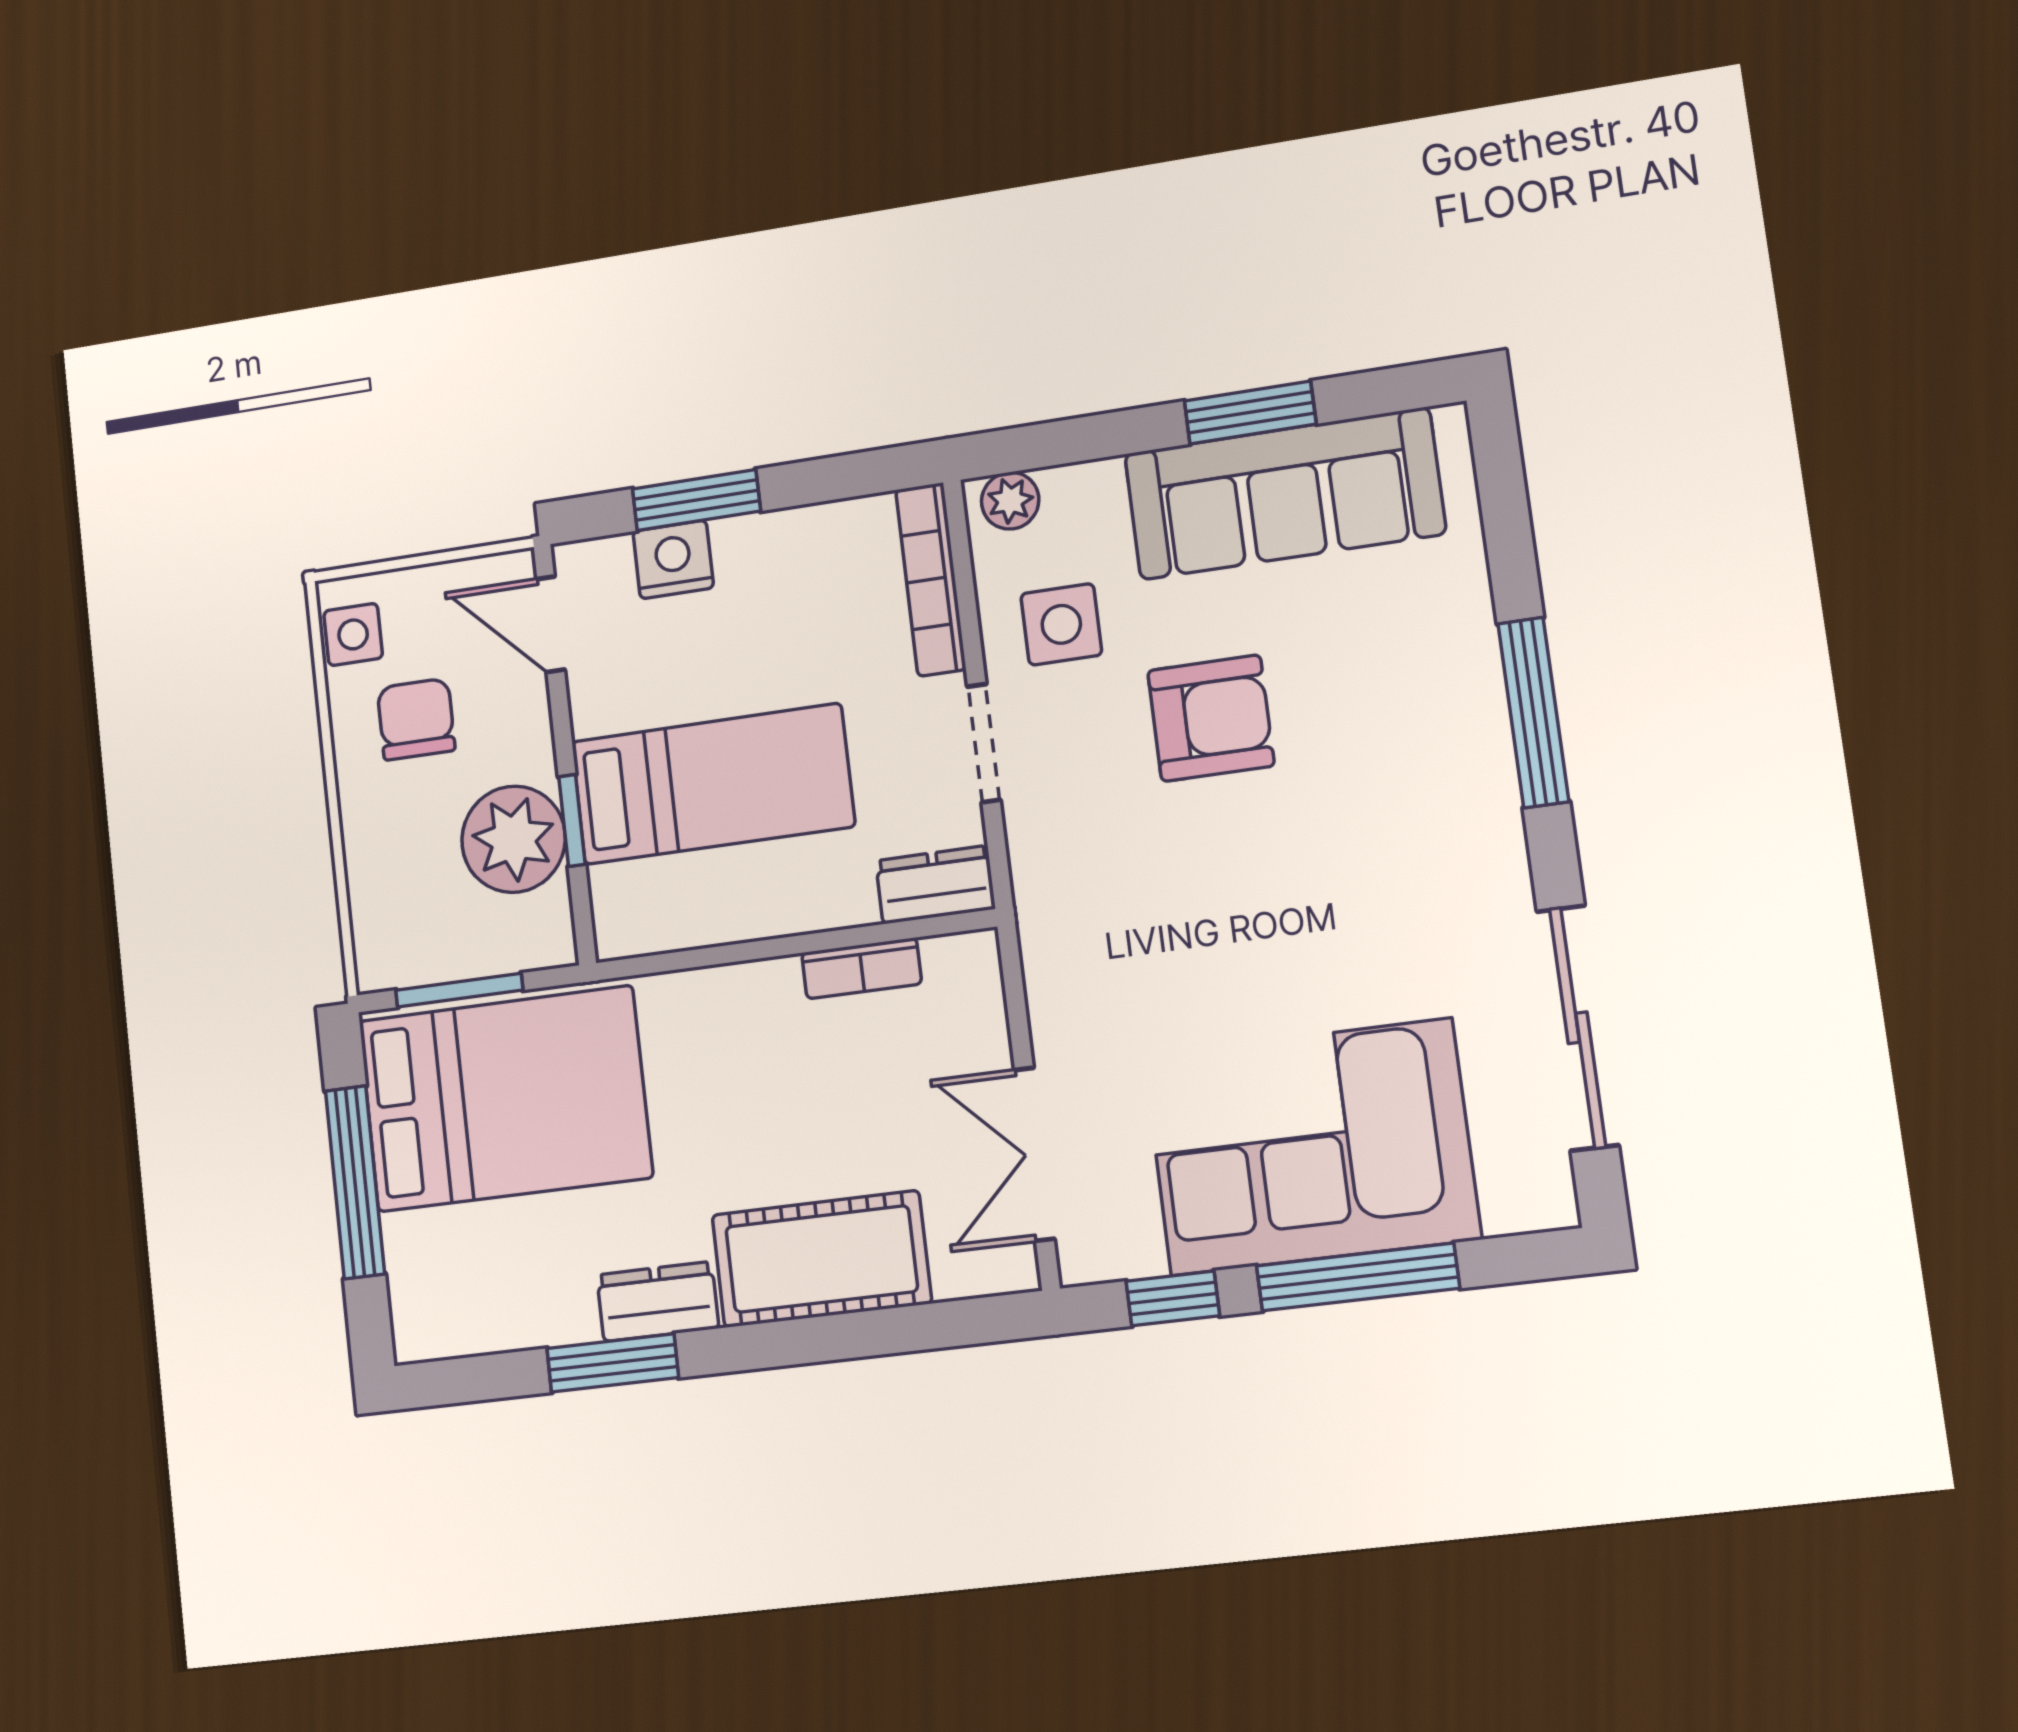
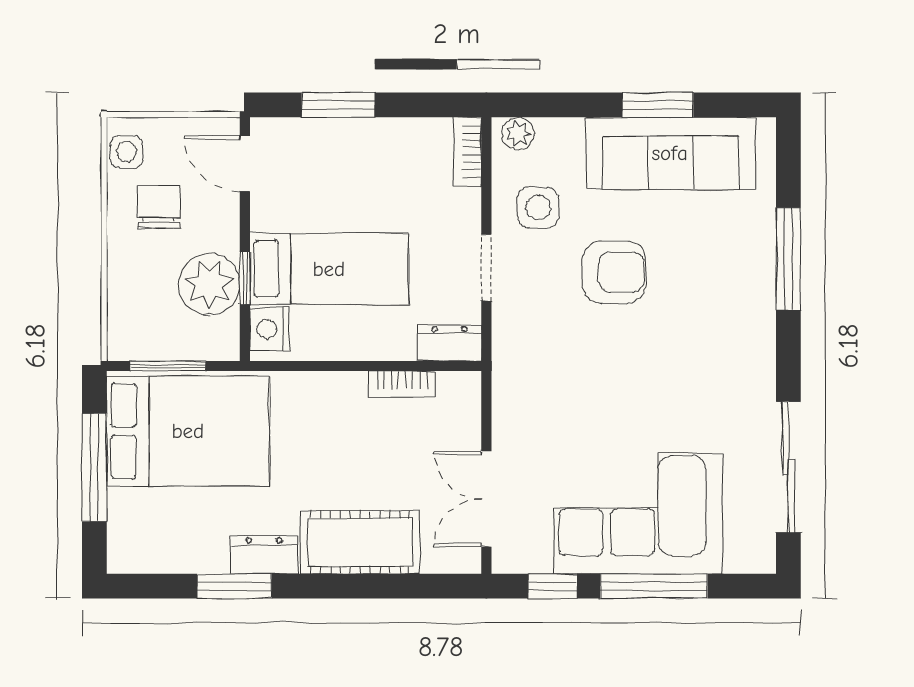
nightstand: (673, 560) -> (270, 329), moved, turned -90
bookcase: (931, 579) -> (468, 152), width x0.64
window: (1533, 712) -> (788, 259), moved

